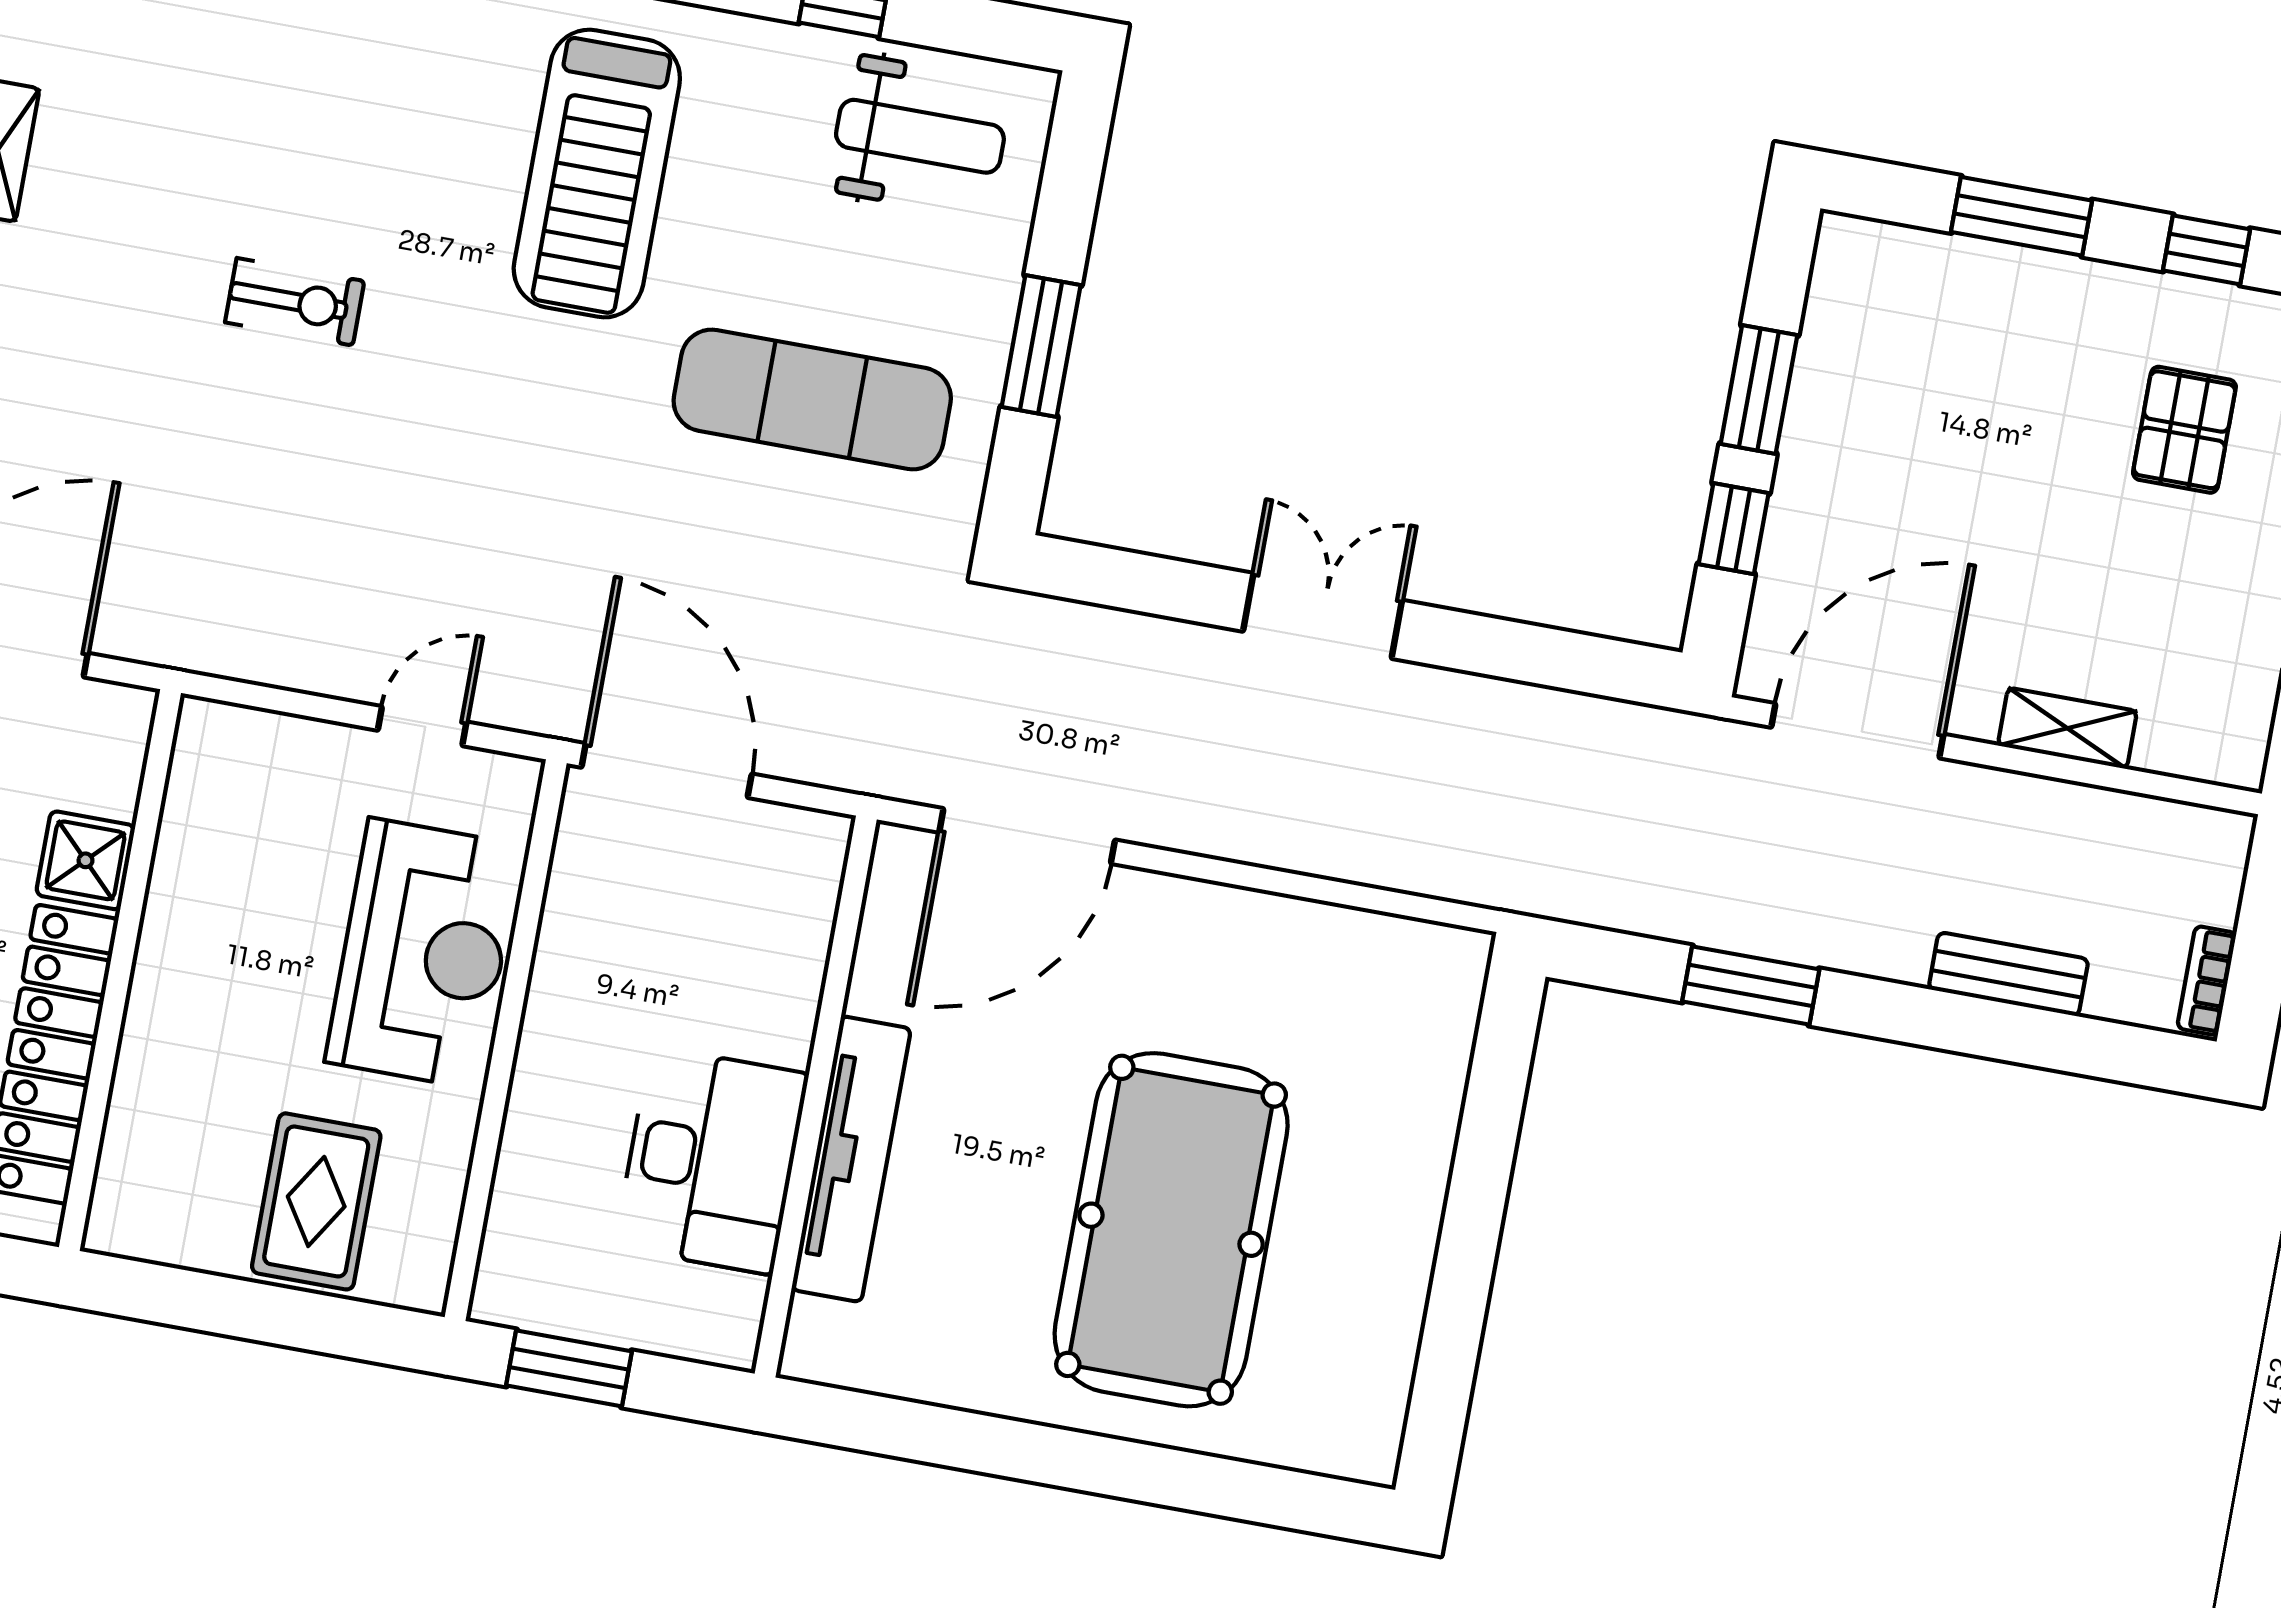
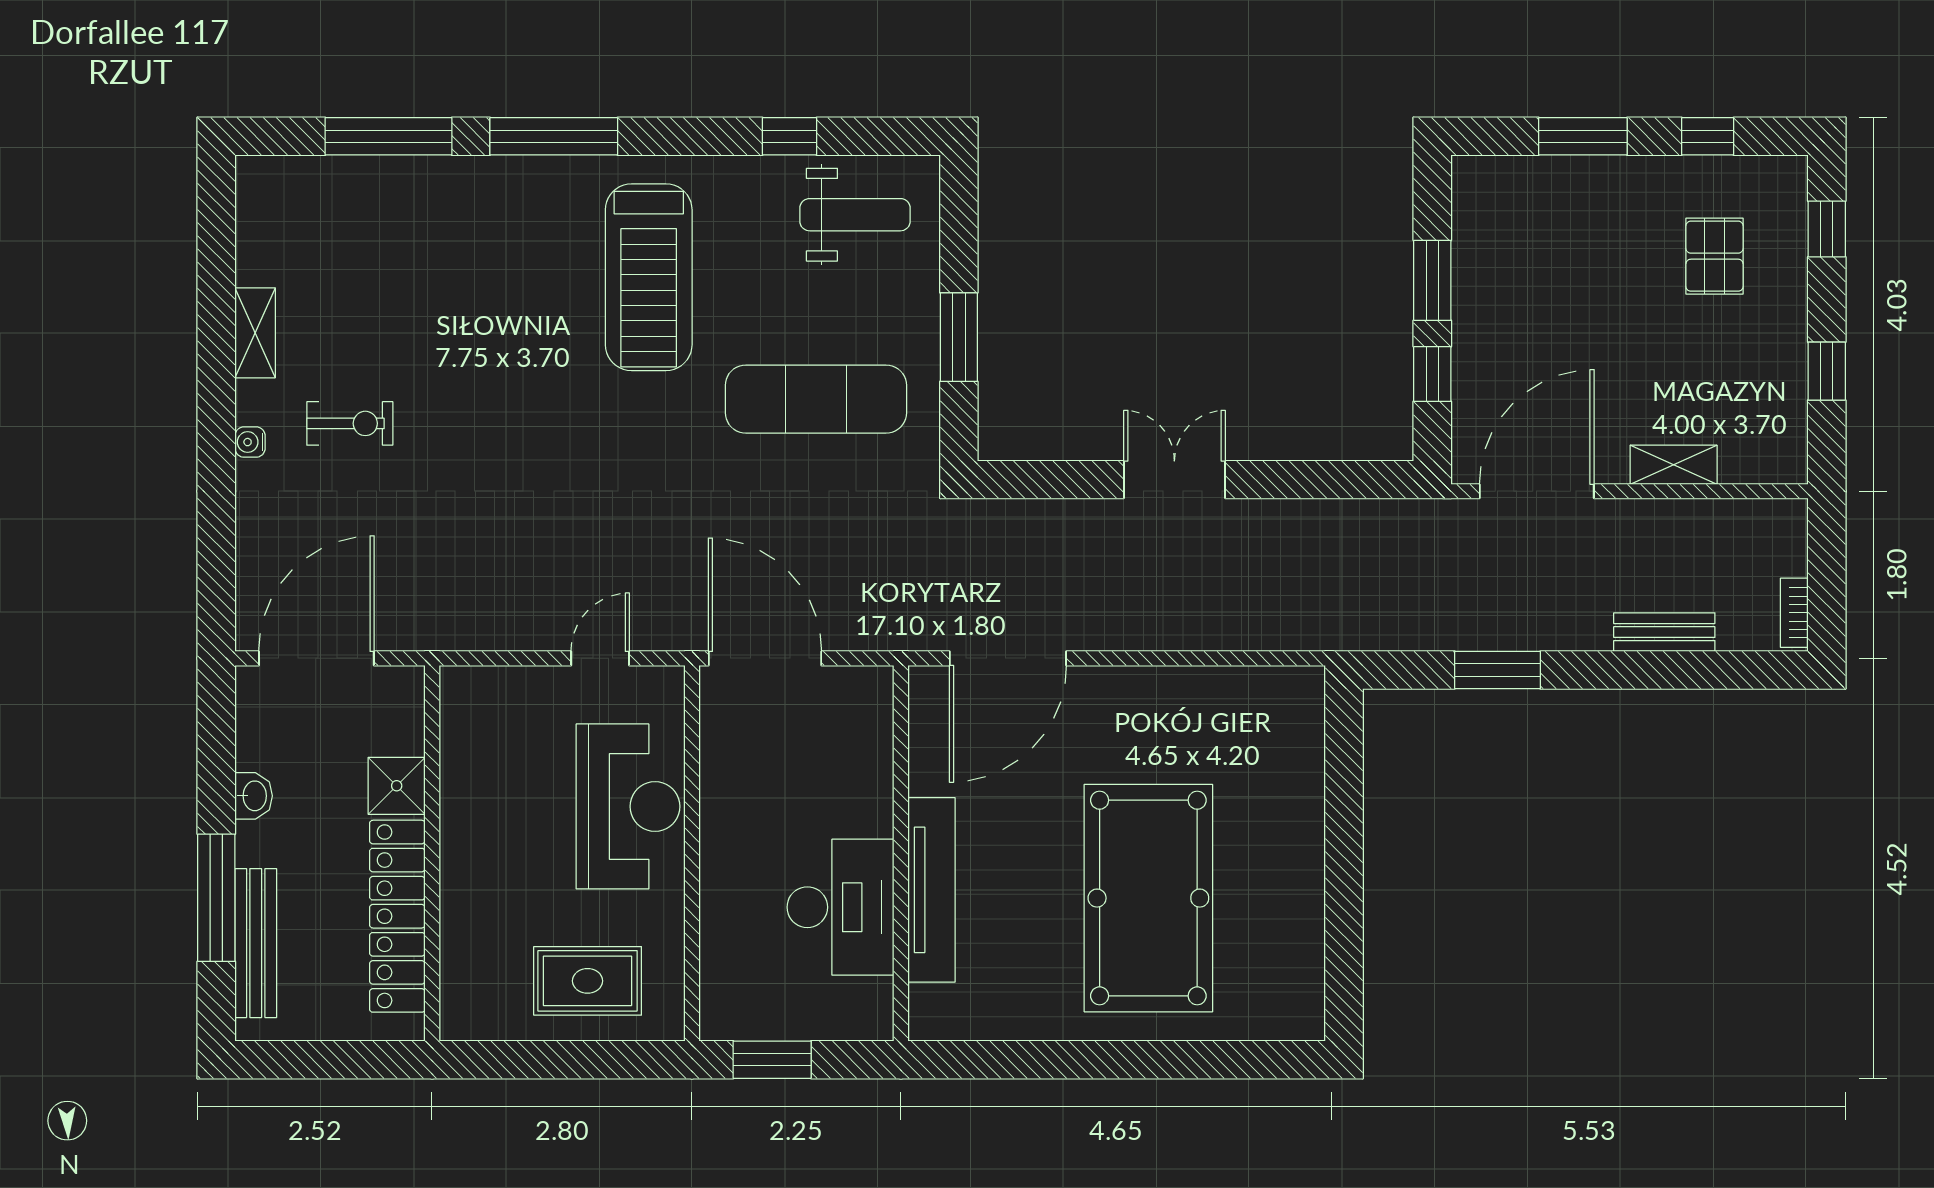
exercise bike: (295, 302) -> (350, 423), moved
rug: (316, 1201) -> (588, 981), turned 90

